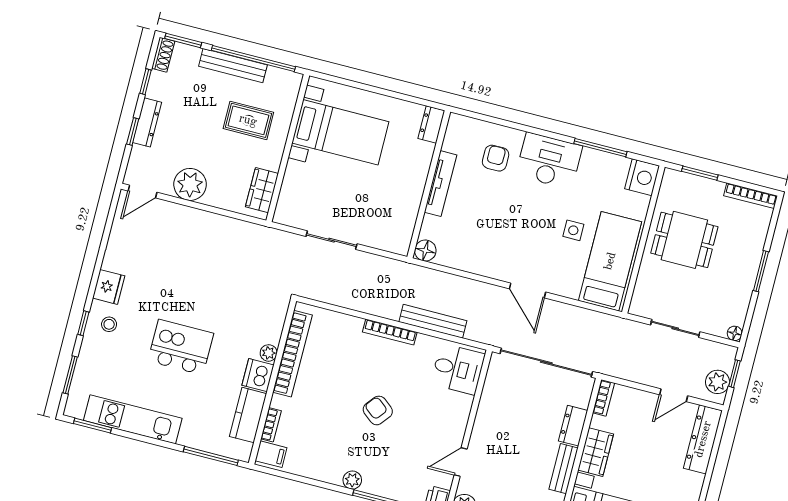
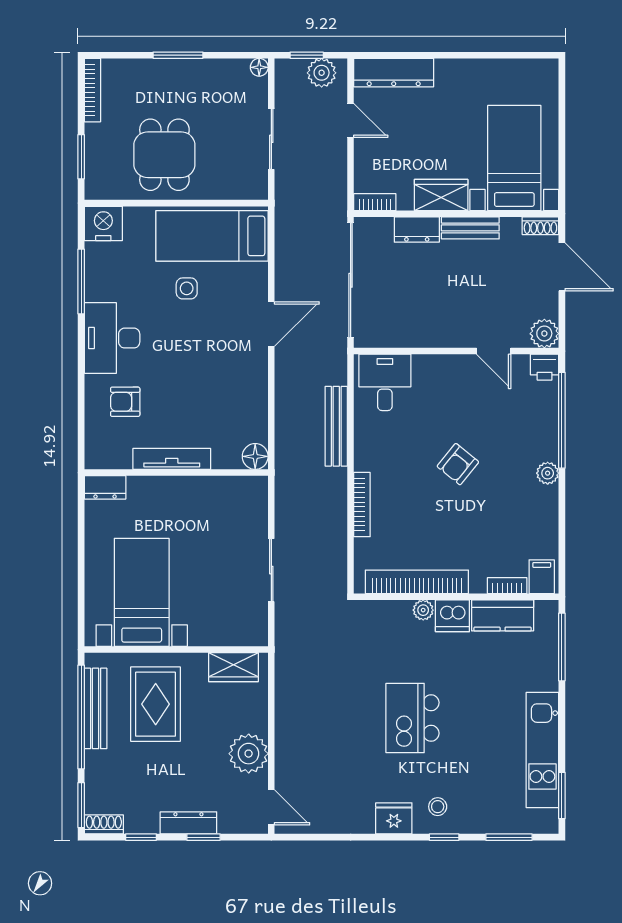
bench: (233, 66) -> (96, 708), moved
rug: (248, 120) -> (156, 704), width x1.36, depth x1.43
bookcase: (390, 332) -> (362, 505), moved
kitchen island: (181, 347) -> (412, 718), moved

